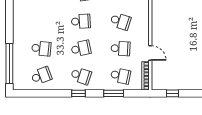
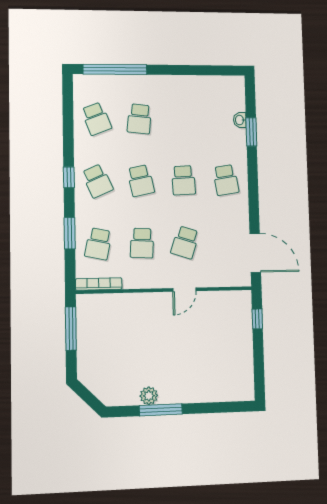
door: (150, 53) -> (184, 290), moved
school desk: (81, 76) -> (97, 181), turned -42
window: (172, 93) -> (71, 329), width x2.17

